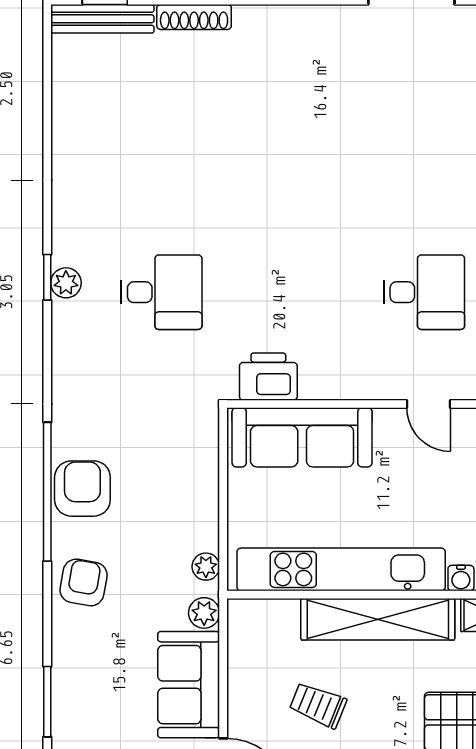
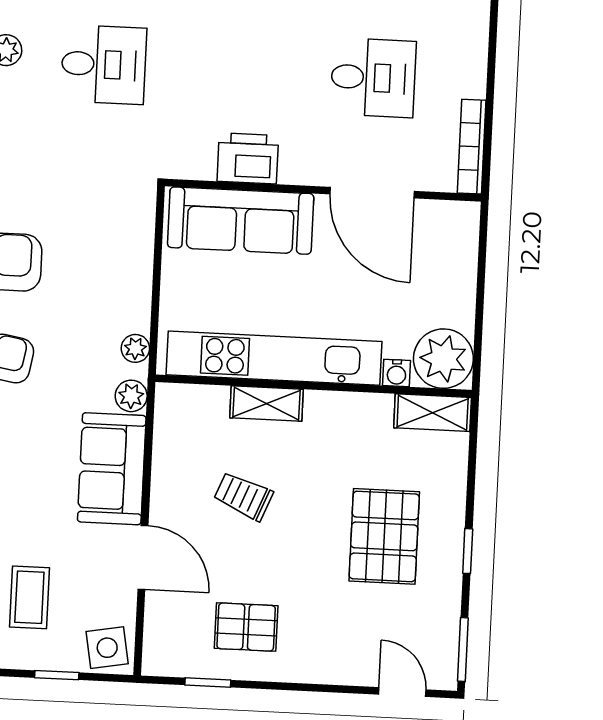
printer: (268, 377) -> (248, 158), moved
door: (429, 404) -> (372, 193), width x1.88
shelving: (378, 619) -> (266, 404), width x0.45, depth x0.75

